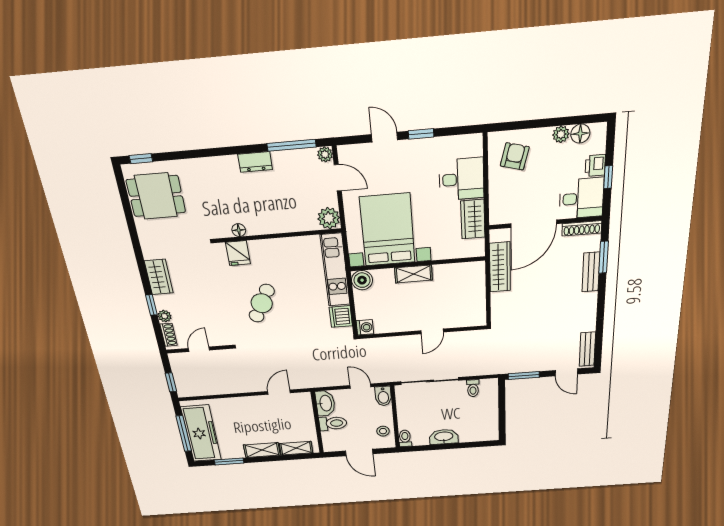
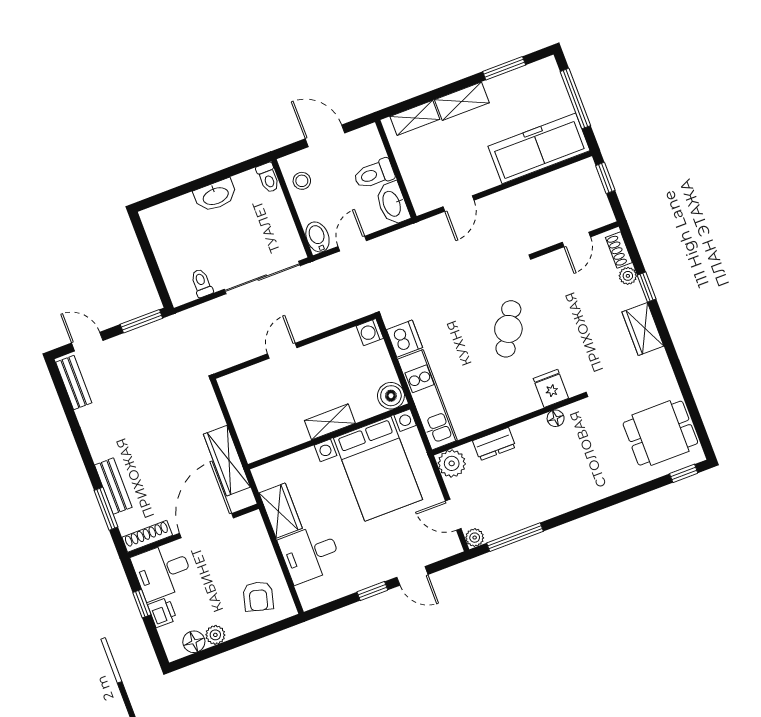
dresser: (255, 162) -> (494, 444), moved, turned 180
door: (360, 386) -> (352, 244), swing flipped
freezer: (201, 433) -> (539, 148), moved, turned 90

